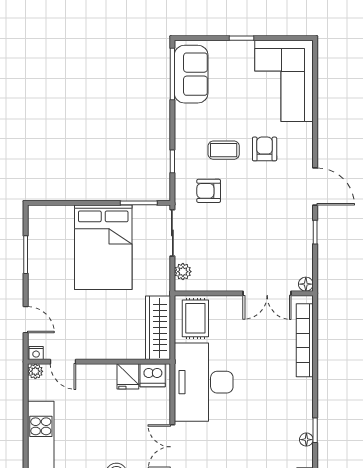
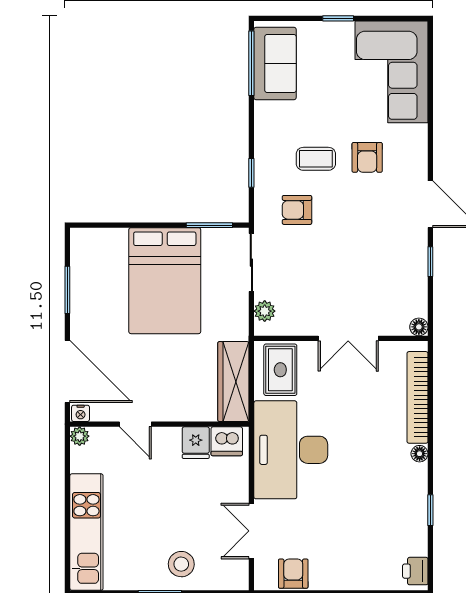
armchair: (265, 149) -> (367, 157), turned 180
double door: (267, 293) -> (348, 338), moved
door: (26, 320) -> (67, 371), width x1.88
door: (63, 362) -> (135, 424), moved
floor lamp: (306, 440) -> (420, 454), moved

